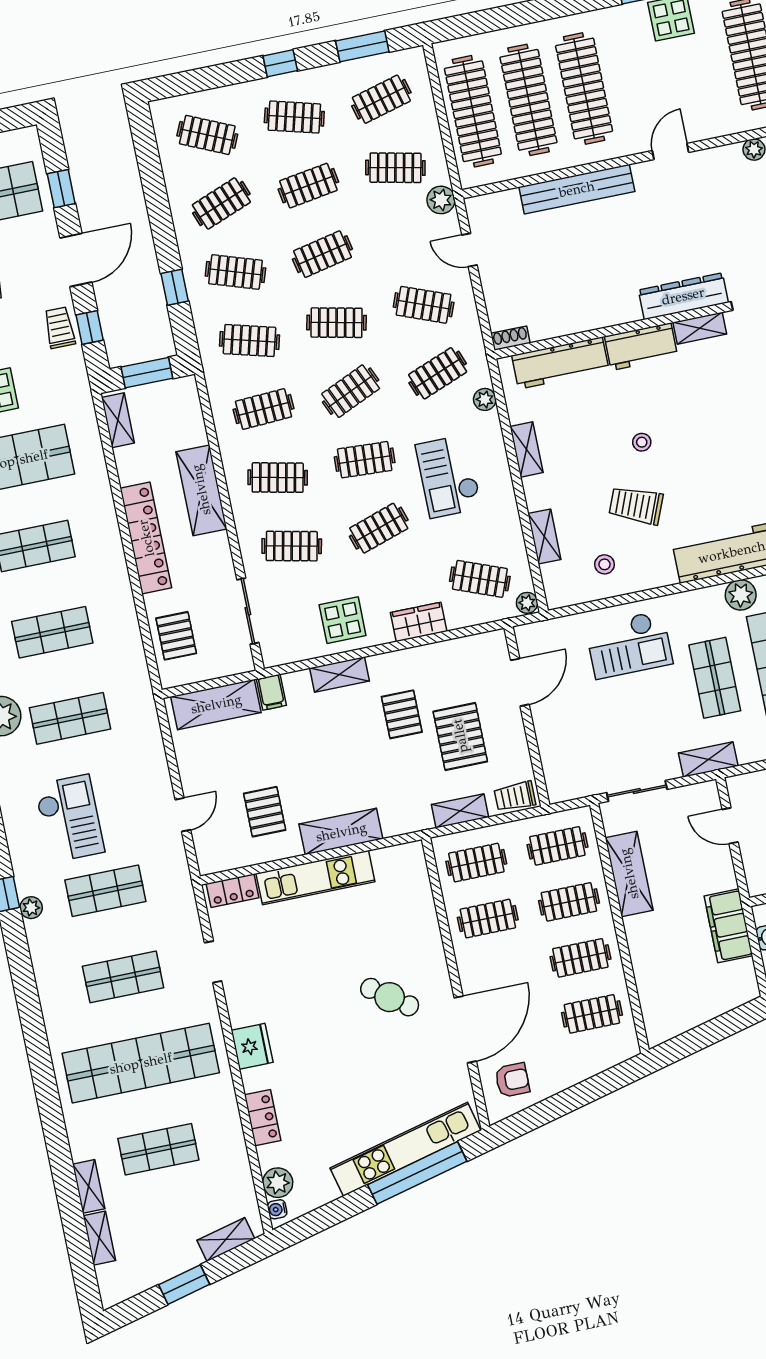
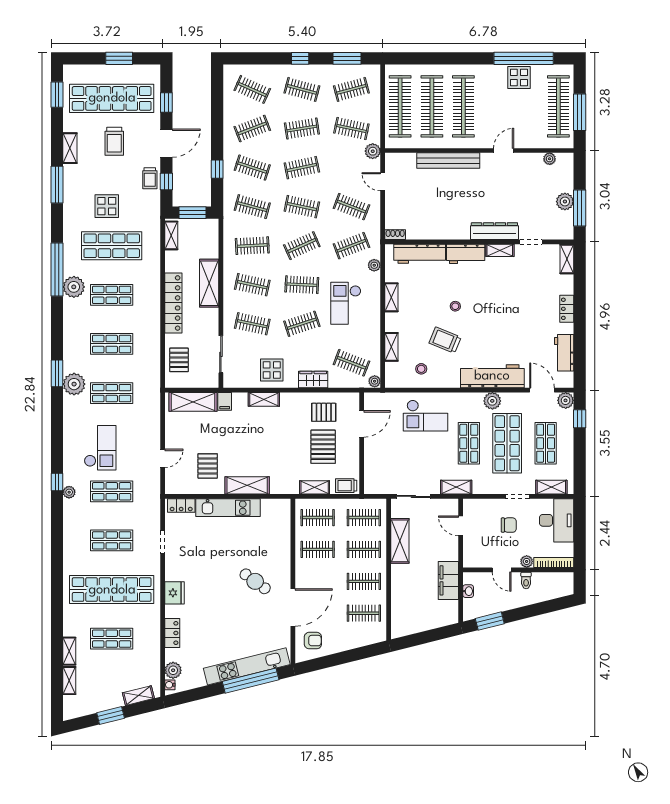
trolley: (60, 328) -> (150, 178), turned 180
pallet: (402, 714) -> (324, 412), moved, turned 90

